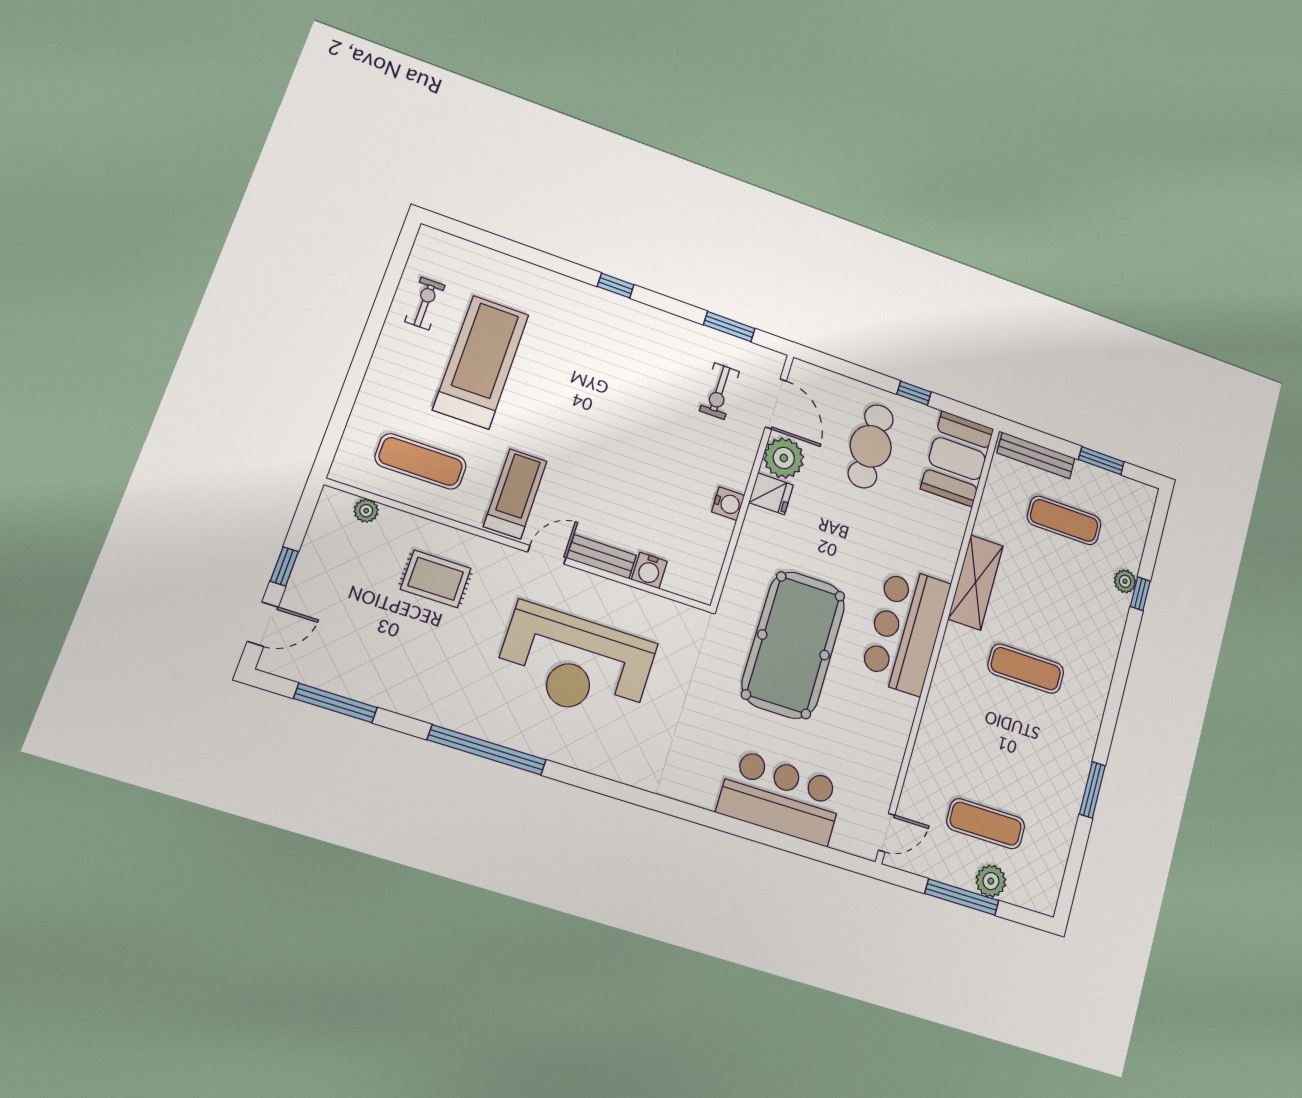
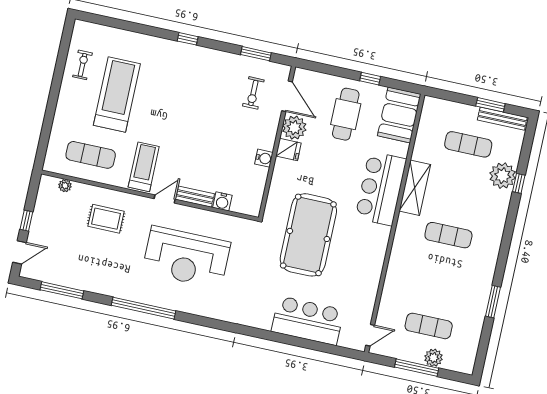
bench: (1036, 455) -> (502, 119), moved
plant: (1125, 581) -> (503, 176), width x1.87, depth x1.87
bar counter: (906, 630) -> (381, 189), moved

